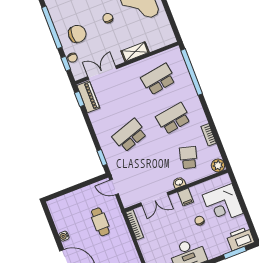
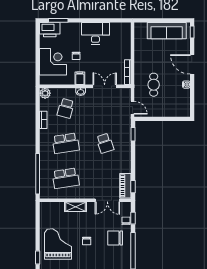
school desk: (130, 135) -> (105, 143), width x0.54

